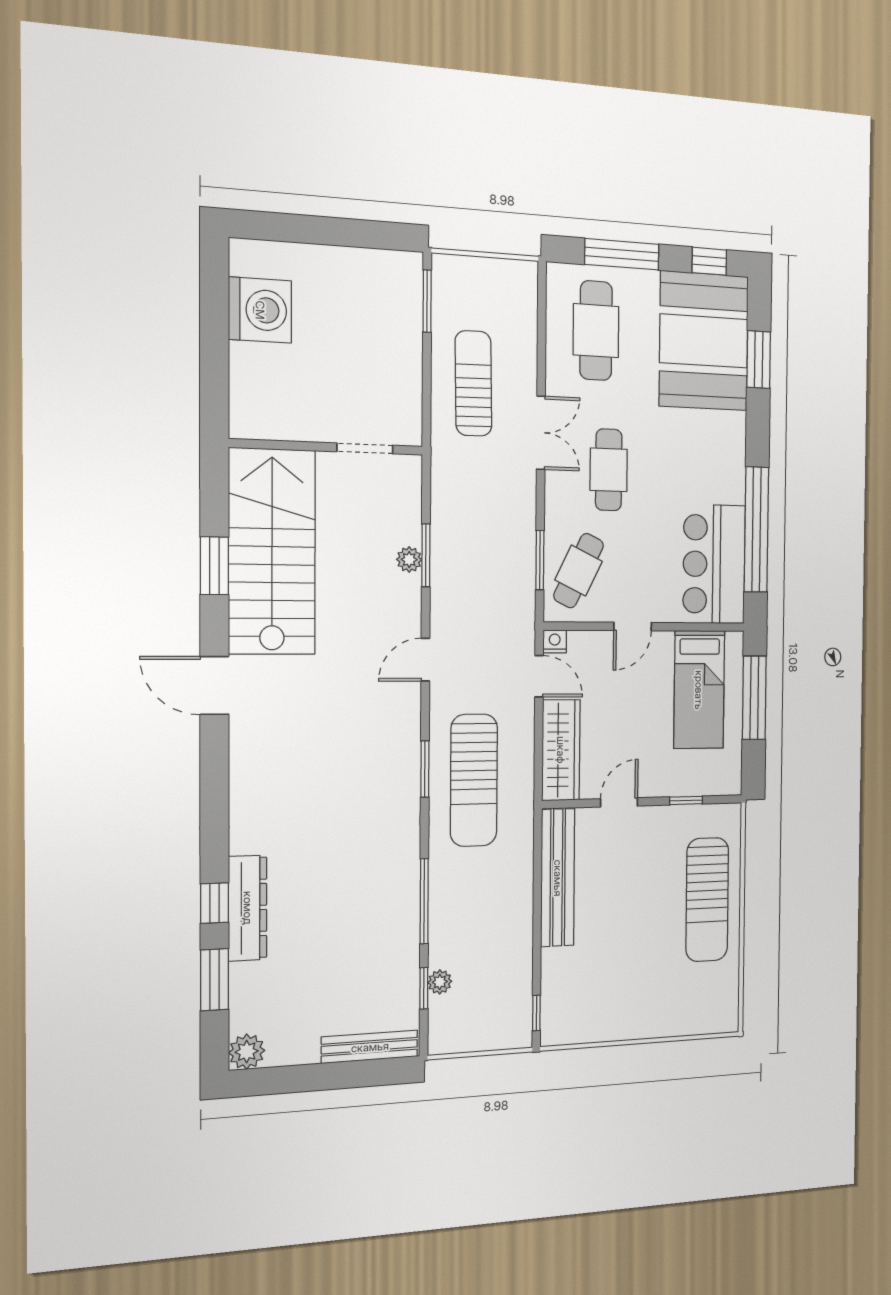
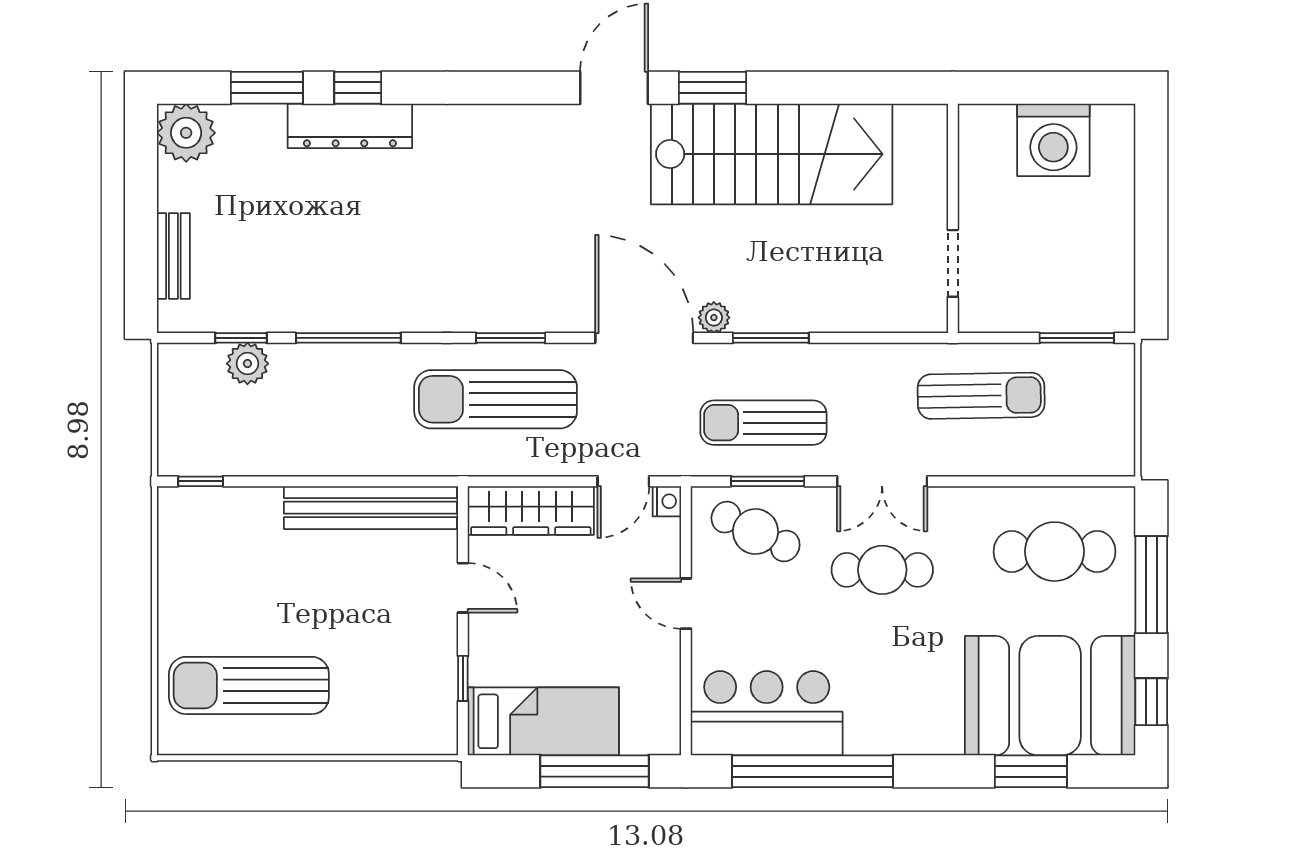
double door: (541, 433) -> (882, 481), moved
wall: (327, 447) -> (953, 218), moved
doorway: (365, 448) -> (953, 263), moved
plant: (409, 560) -> (714, 318), moved
sun lounger: (494, 563) -> (763, 423), added
window: (214, 566) -> (712, 88), moved
door: (425, 660) -> (644, 338), width x1.88
bed: (699, 690) -> (543, 721), moved, turned 180
sun lounger: (707, 900) -> (249, 685), moved
plant: (440, 982) -> (247, 364), width x1.38, depth x1.38
bench: (370, 1047) -> (173, 256), width x0.73
plant: (247, 1052) -> (186, 133), width x1.36, depth x1.36

